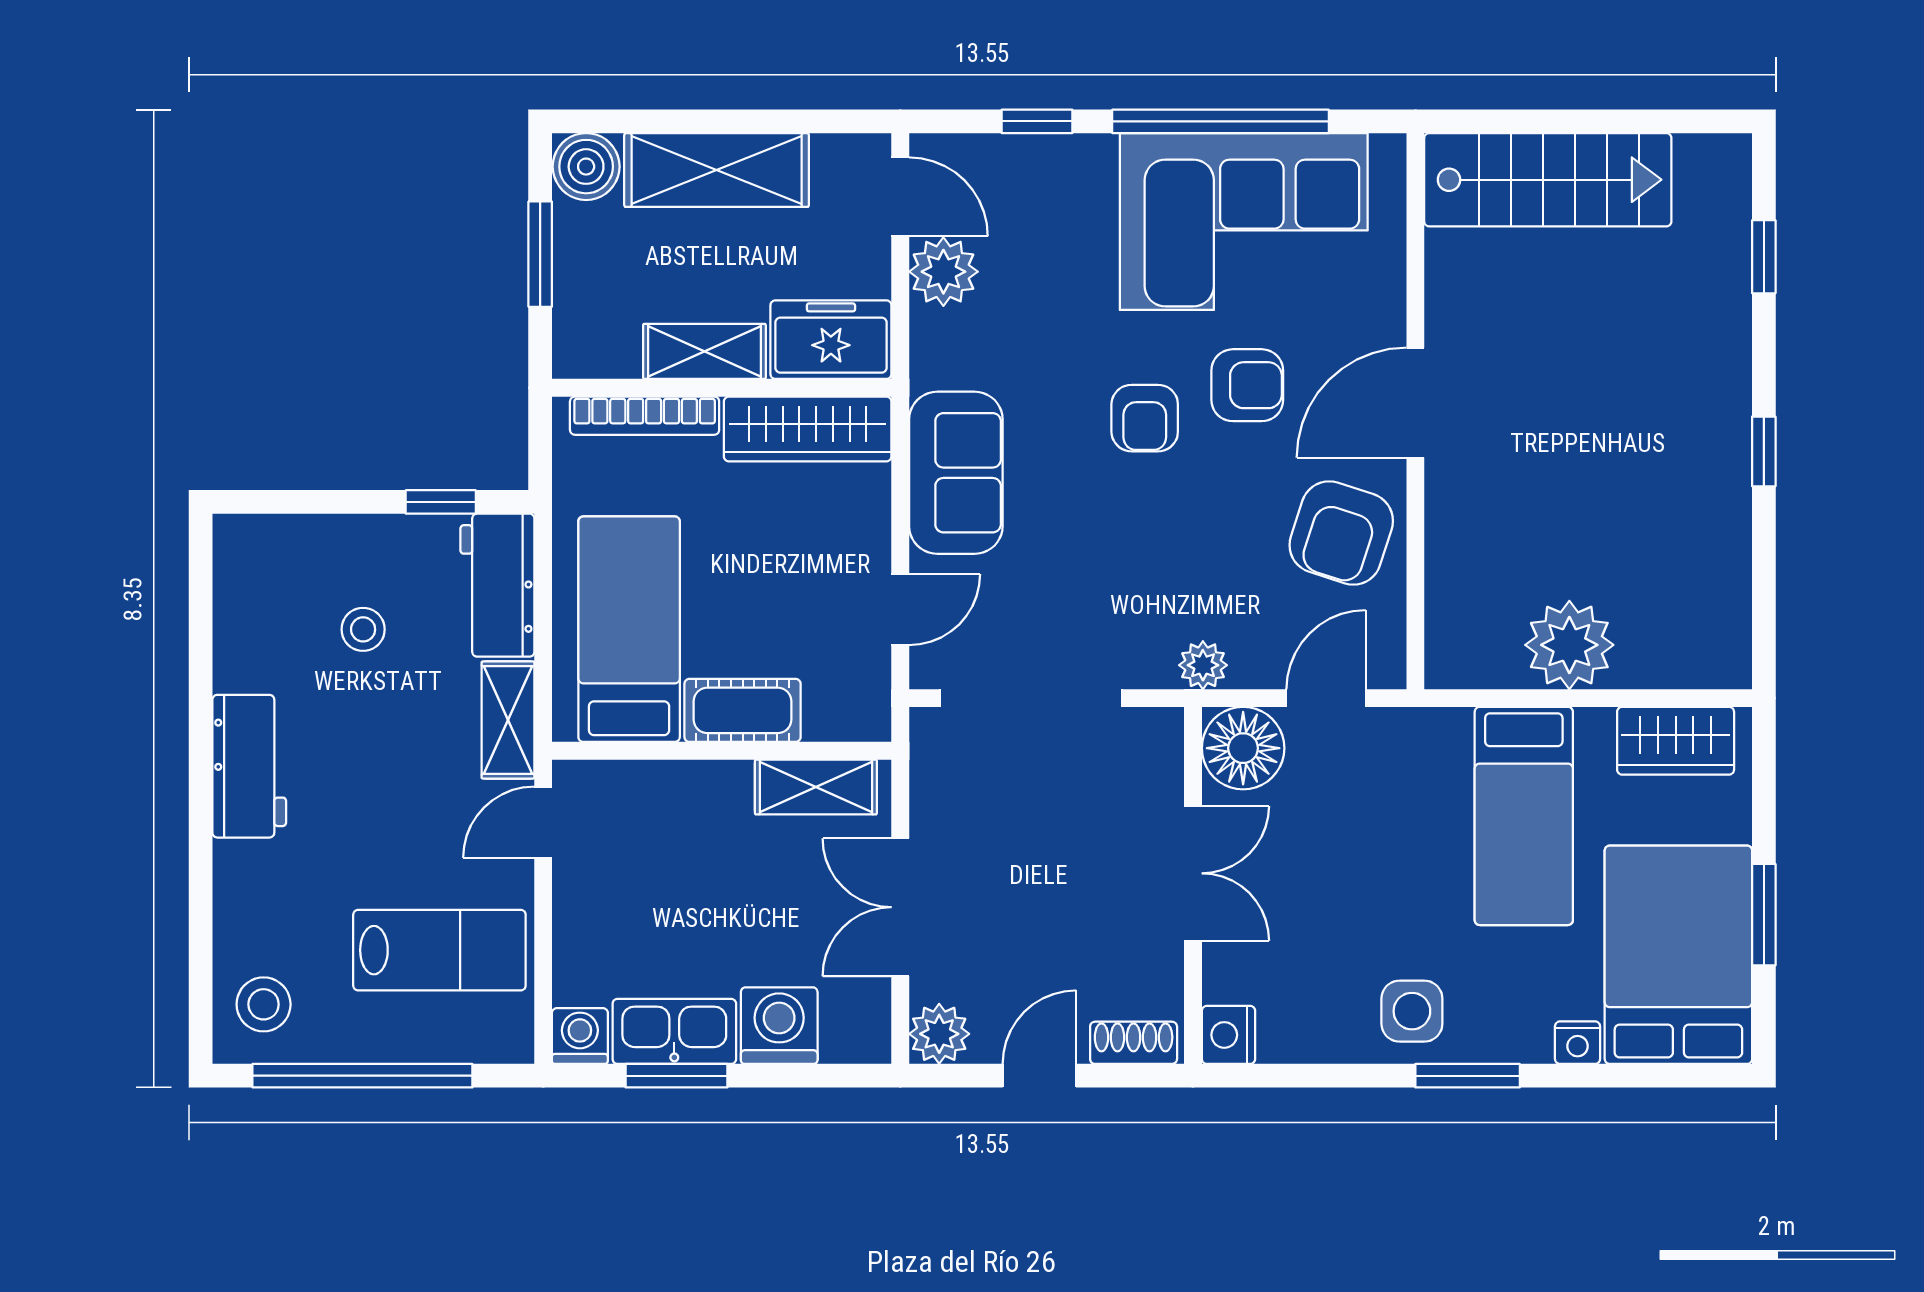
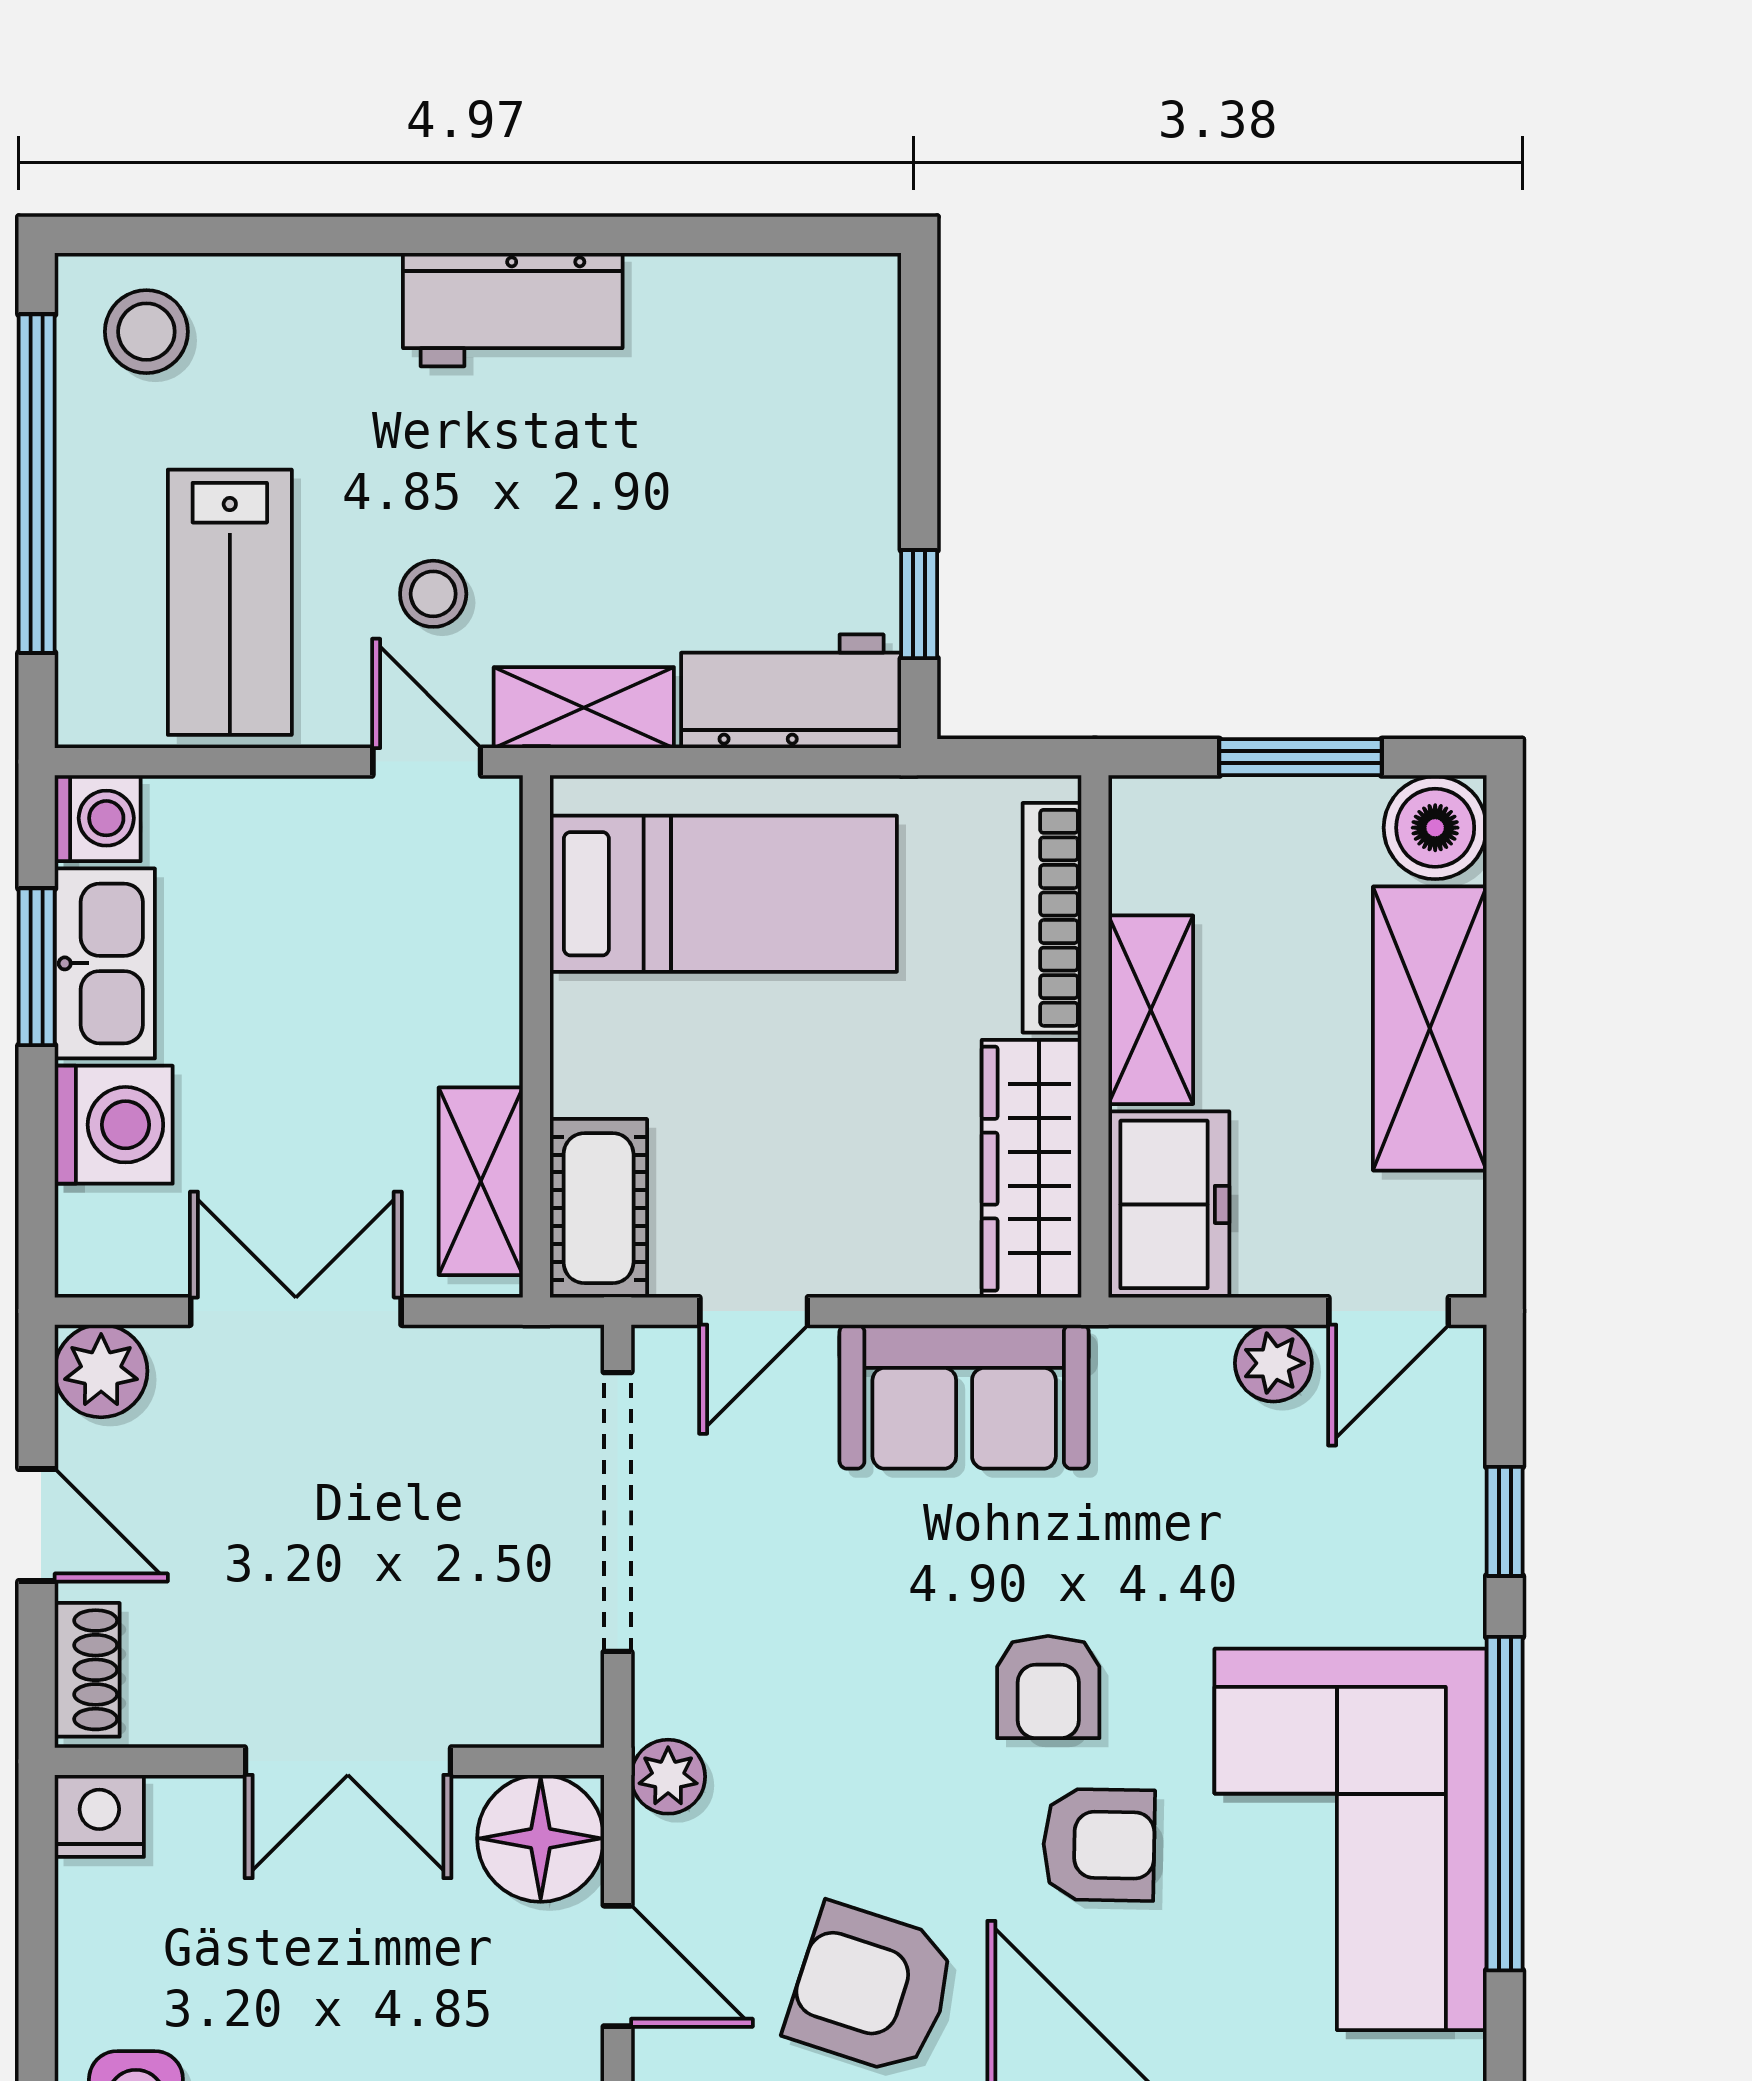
plant: (943, 272) -> (1273, 1363), width x0.73, depth x0.73
armchair: (1247, 385) -> (1099, 1845), turned -89
armchair: (1145, 418) -> (1048, 1687), turned -90
door: (900, 610) -> (754, 1311), hinge flipped
stool: (363, 629) -> (433, 594), moved
cot: (743, 710) -> (599, 1208), moved

